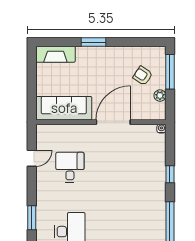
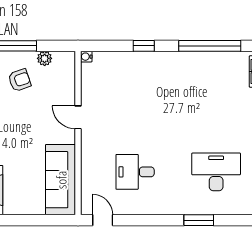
armchair: (143, 76) -> (20, 80), turned -142
door: (113, 122) -> (78, 117), width x0.53
door: (32, 158) -> (103, 220), moved

